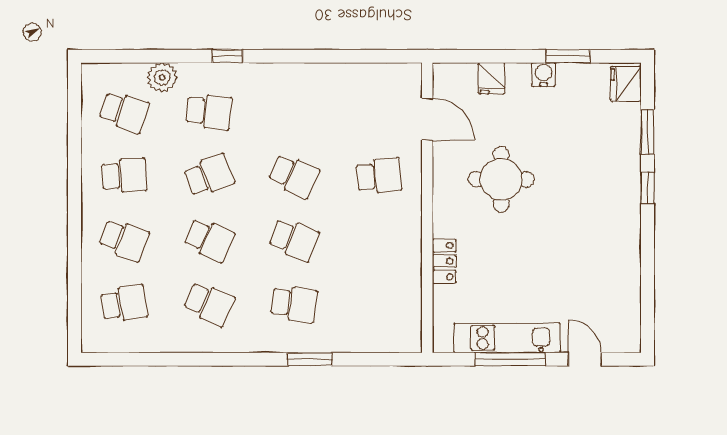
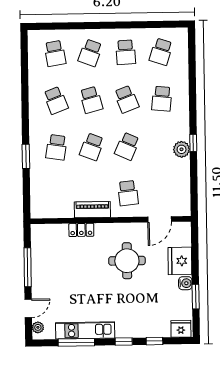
window: (227, 56) -> (193, 143), moved
plant: (162, 77) -> (182, 149), moved
fridge: (491, 78) -> (180, 261), width x1.88, depth x1.34
window: (648, 132) -> (154, 341), width x0.67
school desk: (209, 240) -> (91, 100), turned -39
piano: (408, 240) -> (92, 210), added
window: (648, 273) -> (76, 342), added
school desk: (209, 304) -> (56, 100), turned -45
kitchen unit: (507, 338) -> (85, 330), moved, turned -90
plant: (619, 342) -> (38, 327), added

